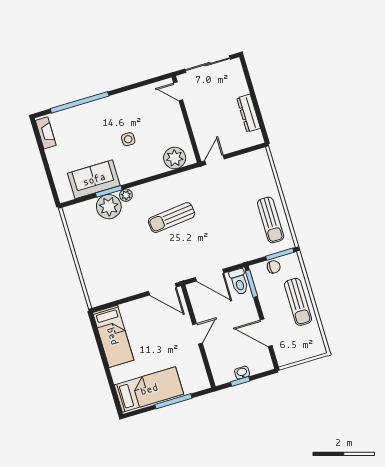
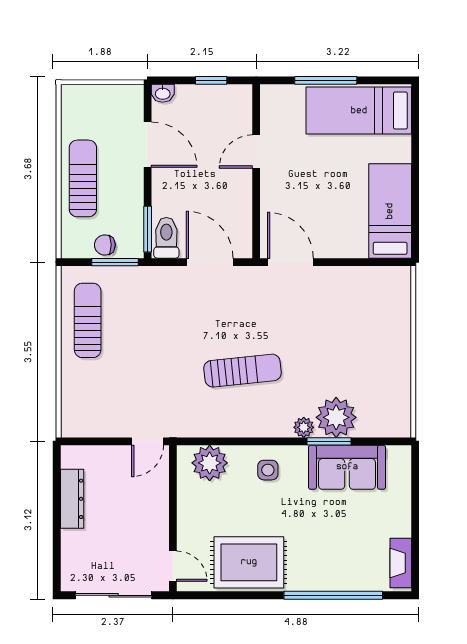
rug: (134, 107) -> (249, 562), added
side table: (128, 139) -> (268, 470), moved
window: (280, 254) -> (115, 262), moved
door: (197, 334) -> (256, 152), moved
washbasin: (242, 373) -> (163, 93), moved

